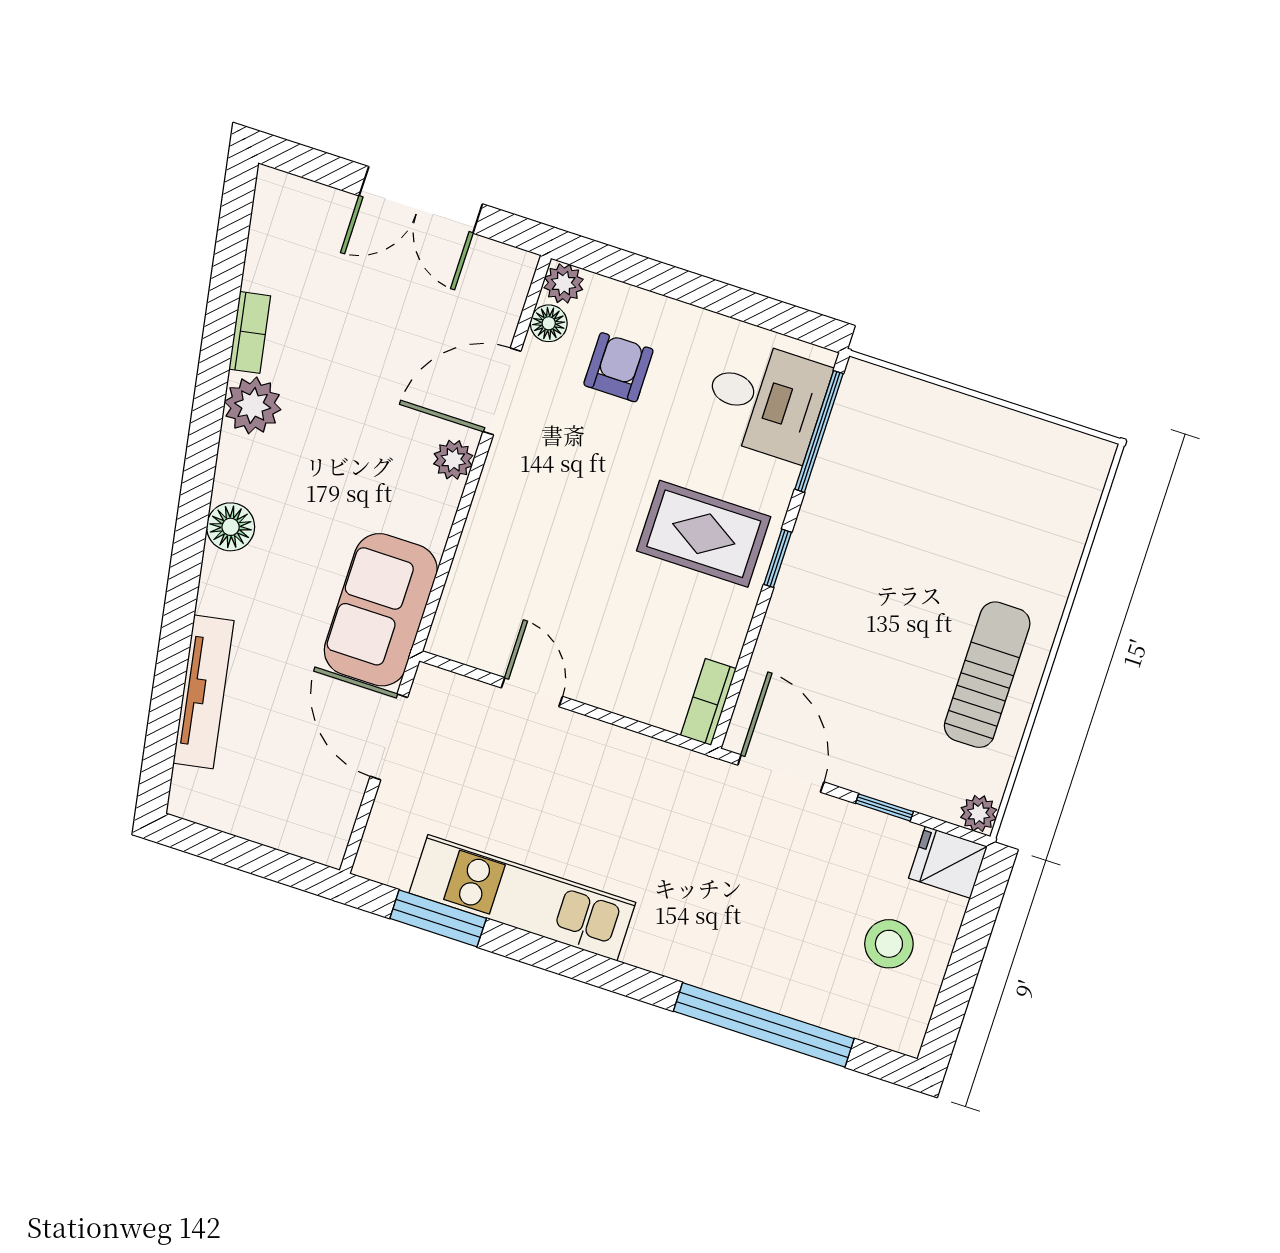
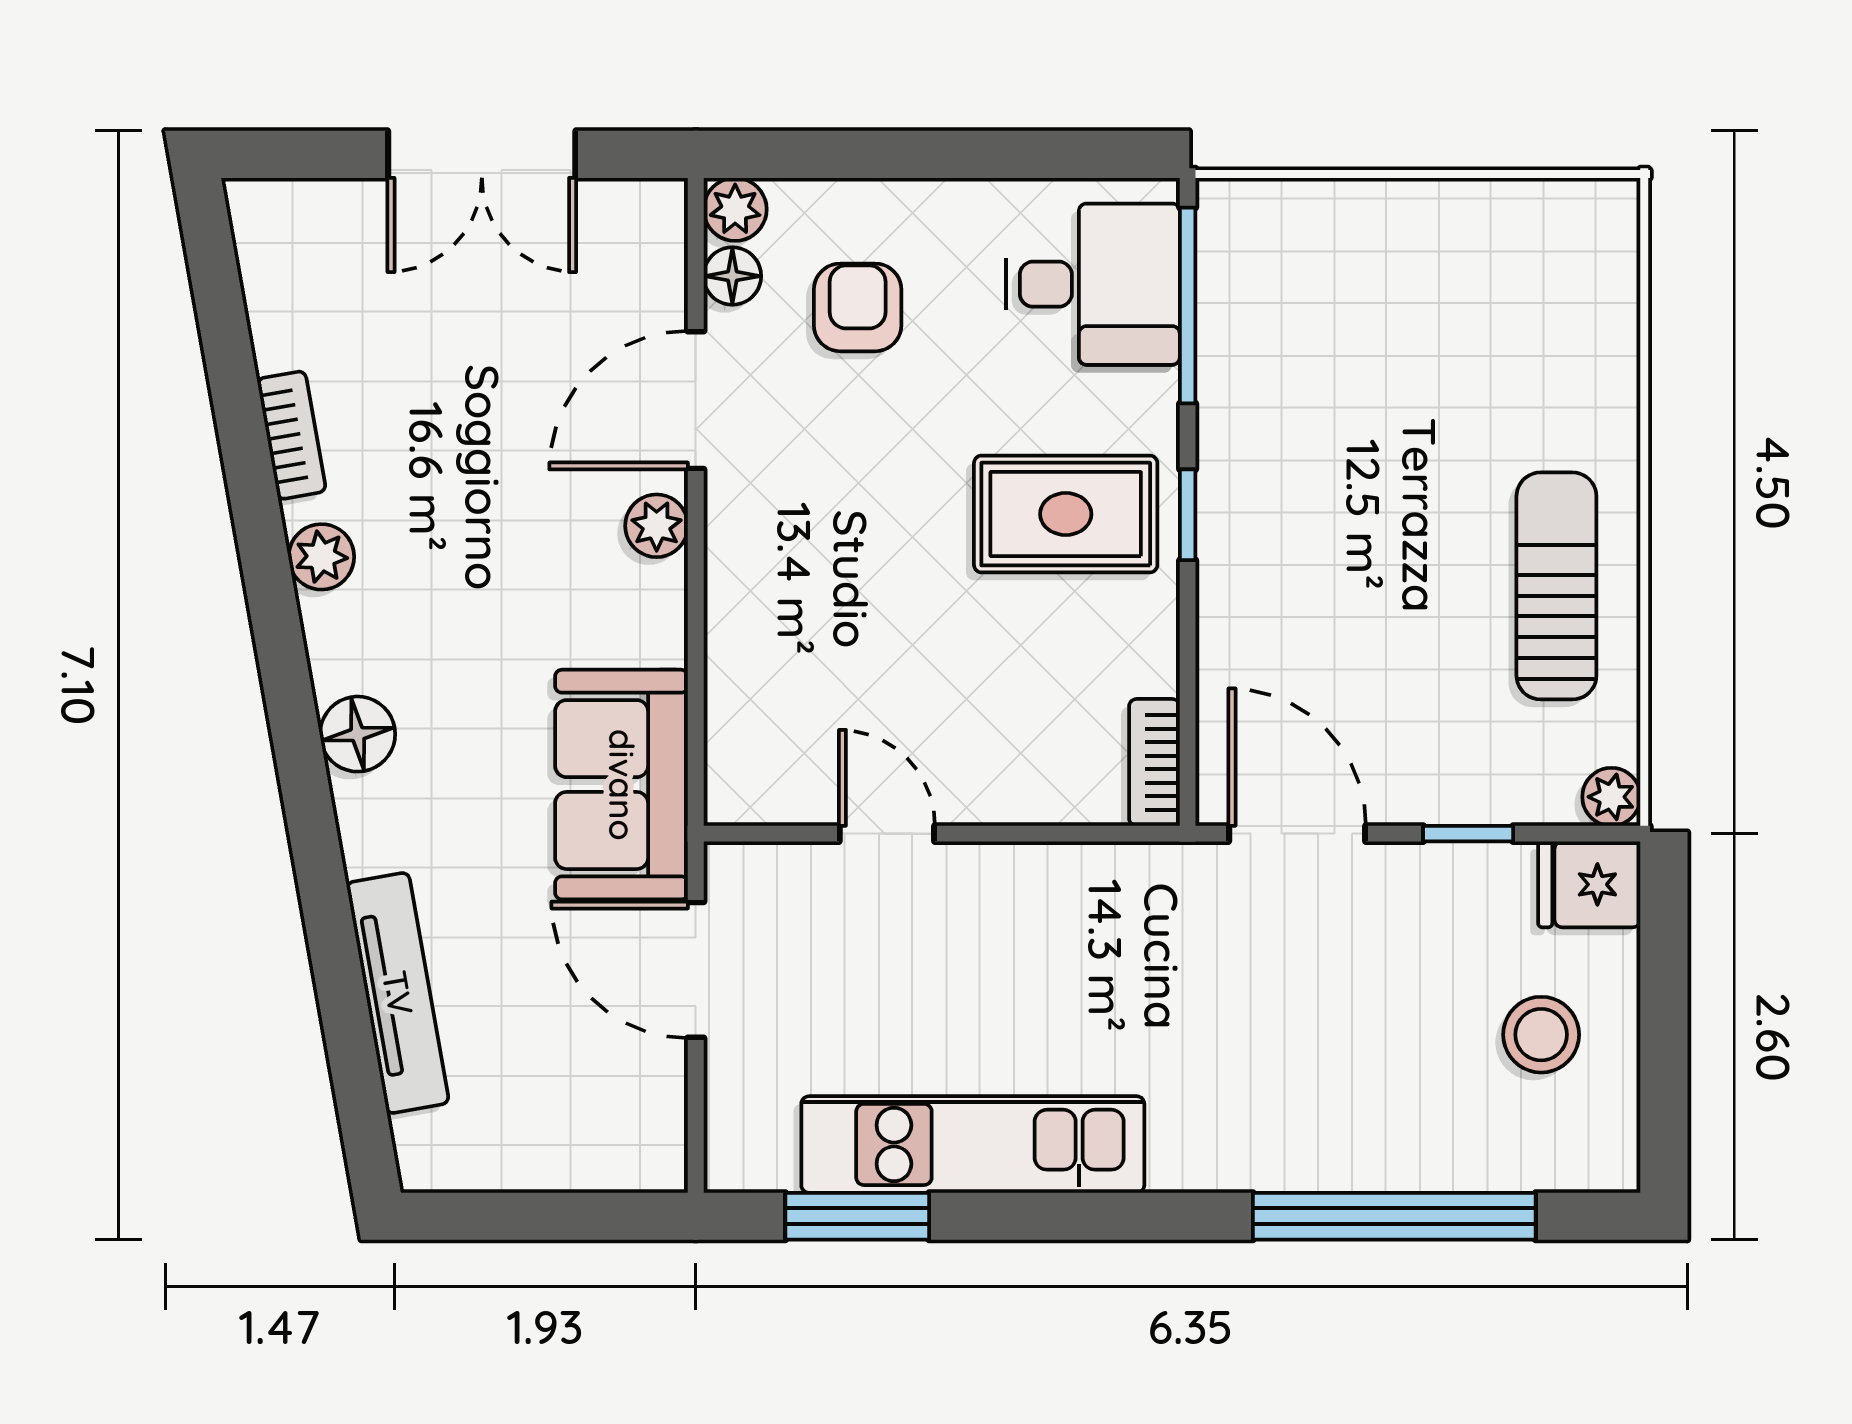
plant: (253, 405) -> (321, 557), width x0.73, depth x0.73

